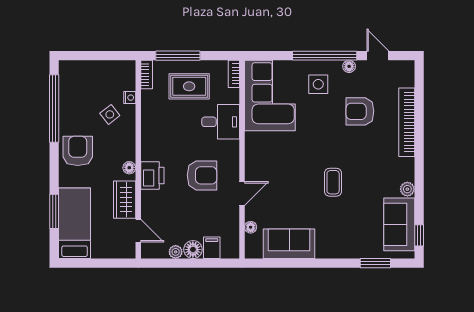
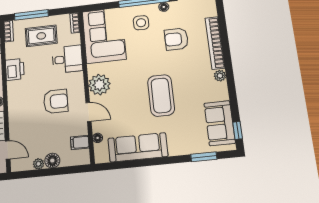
plant: (258, 160) -> (99, 85), added
printer: (152, 175) -> (15, 69), moved
coffee table: (333, 182) -> (161, 95), width x1.86, depth x1.72
plant: (407, 189) -> (220, 76), moved
door: (242, 193) -> (88, 112), hinge flipped
sofa: (289, 244) -> (138, 147), width x1.36
filing cabinet: (212, 248) -> (80, 142), moved, turned -90

